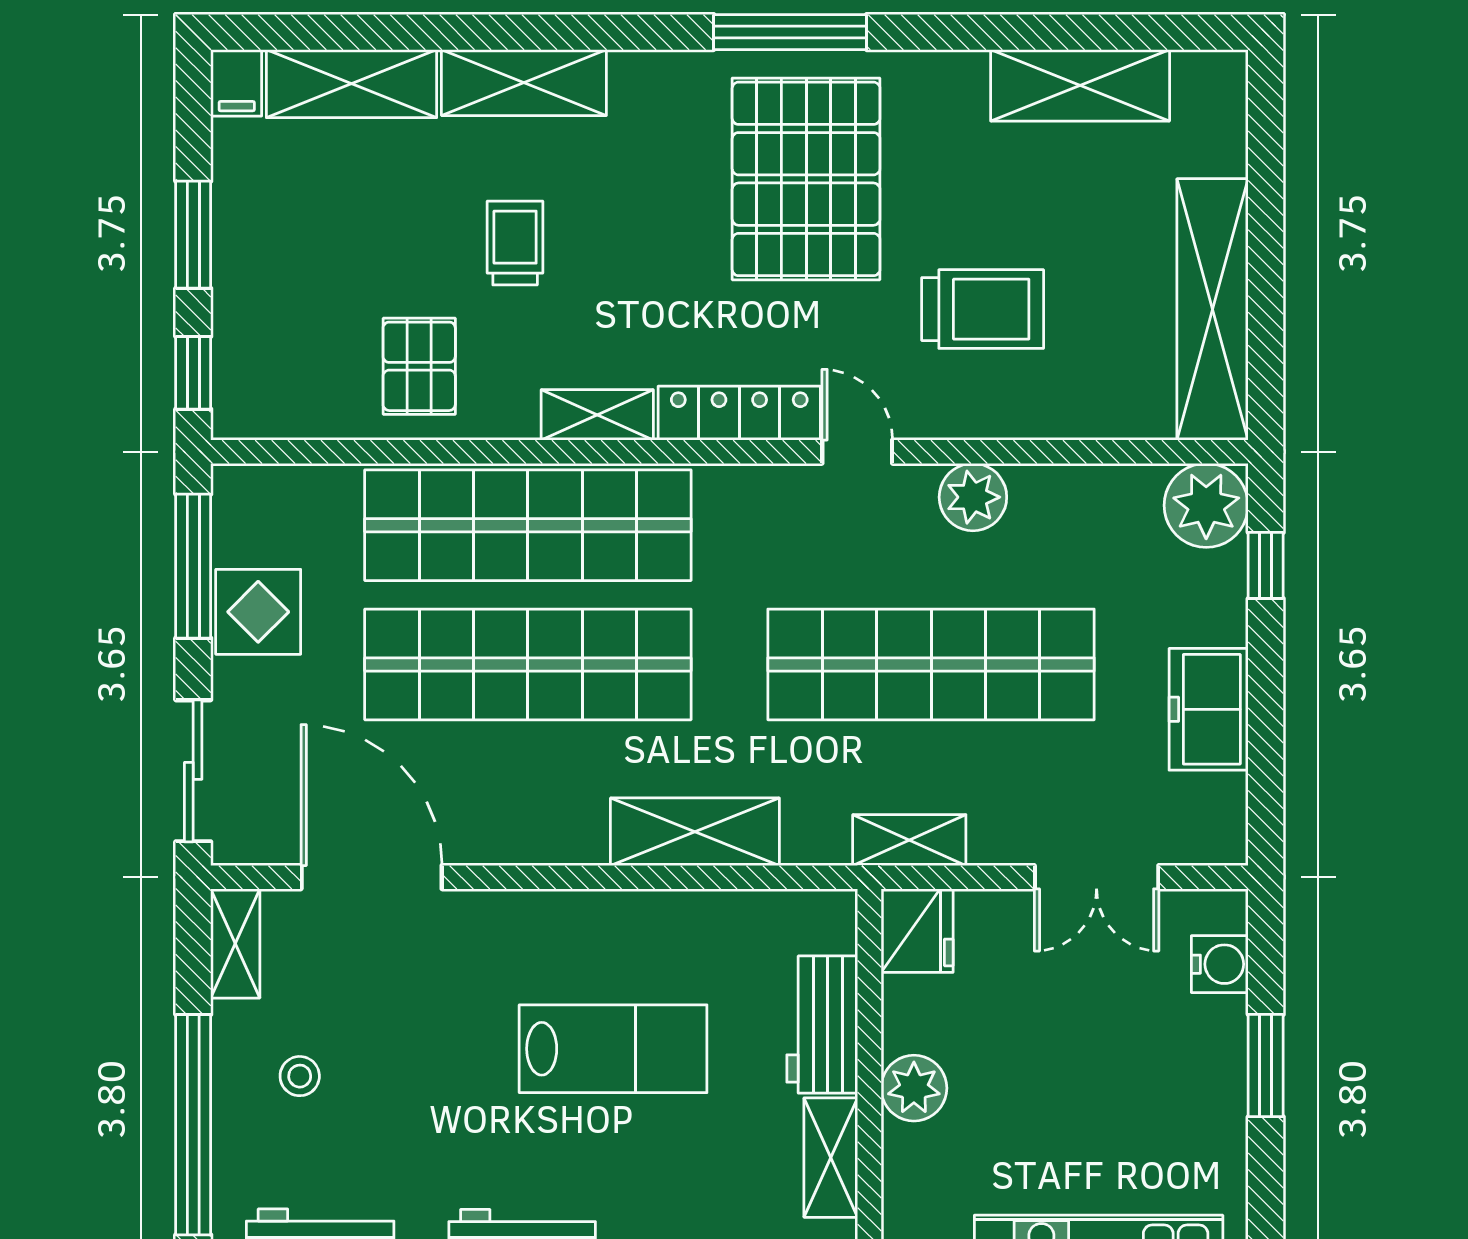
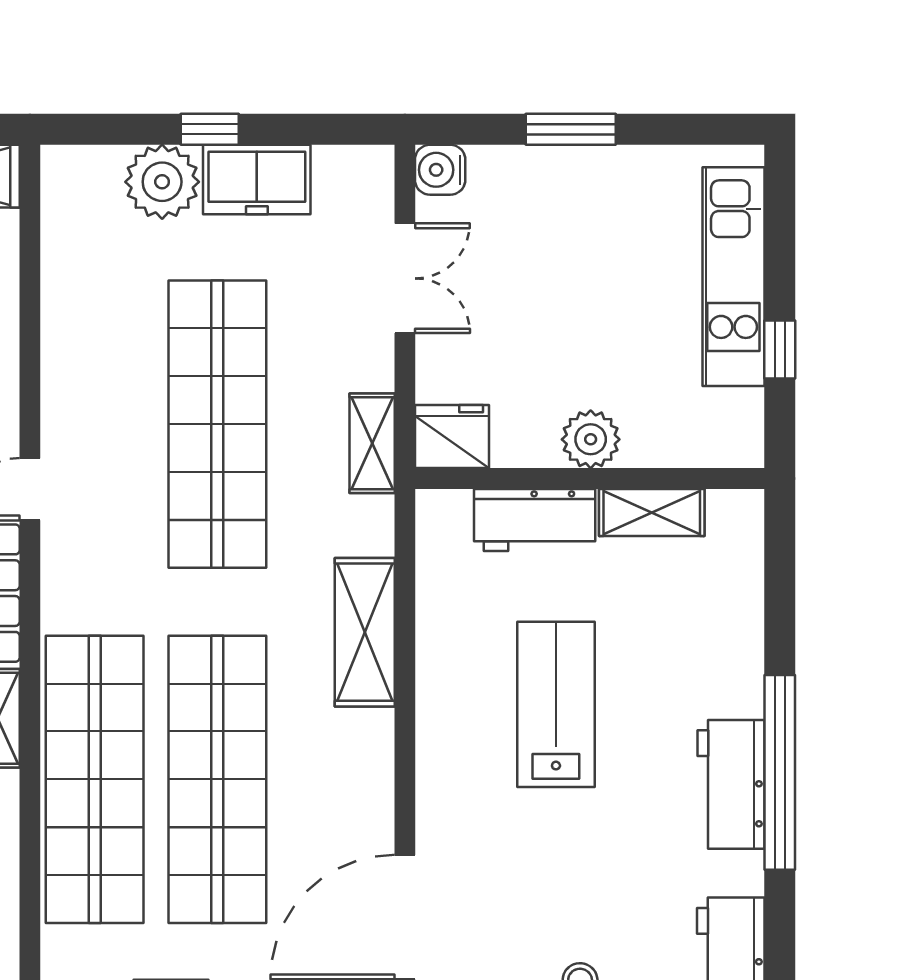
plant: (973, 497) -> (70, 387), removed
plant: (1206, 505) -> (162, 182), moved
window: (1266, 565) -> (210, 129), moved
water cooler: (1220, 964) -> (440, 170), moved, turned -90

